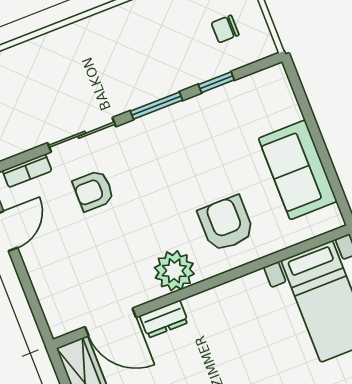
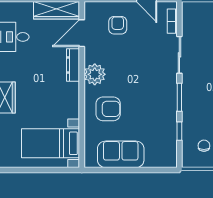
armchair: (93, 191) -> (118, 25), moved
dresser: (164, 319) -> (73, 65), width x1.44

